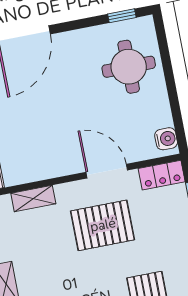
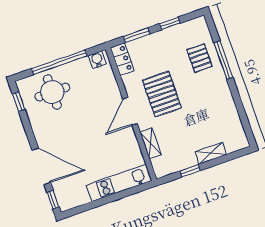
window: (170, 83) -> (59, 62), added
door: (107, 171) -> (130, 111), moved

